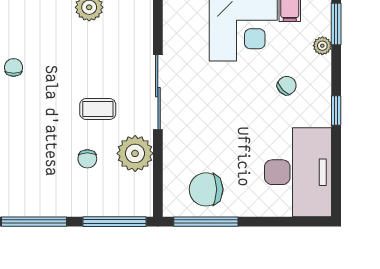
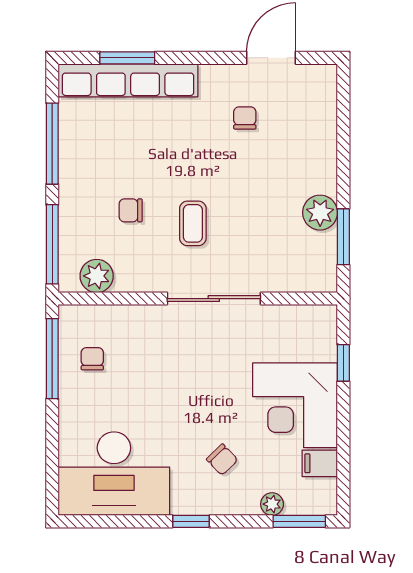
chair: (14, 67) -> (245, 118), turned -90
plant: (135, 153) -> (97, 276), moved, width x0.73, depth x0.73
chair: (206, 189) -> (92, 359), width x0.54, depth x0.54

